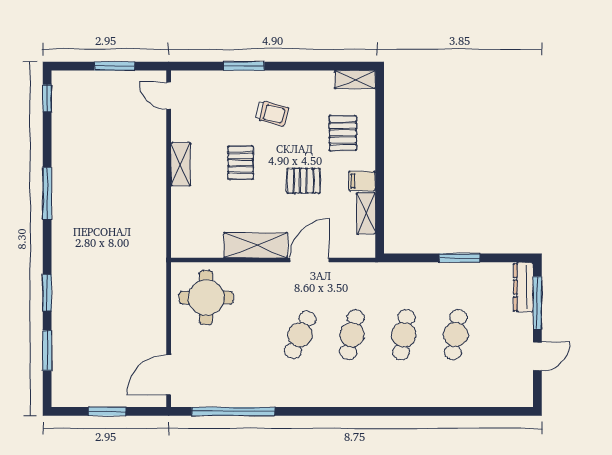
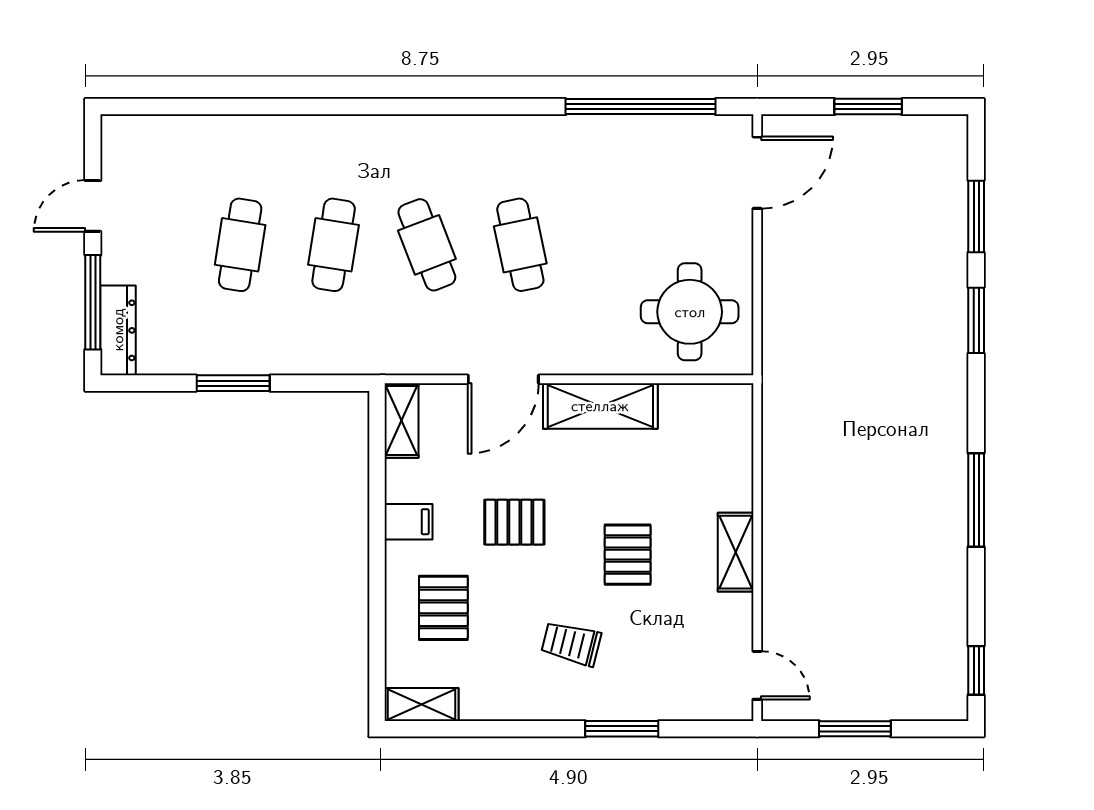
shelving: (366, 213) -> (402, 420), moved
cafe table: (300, 335) -> (520, 245), turned -36
cafe table: (352, 335) -> (427, 245), turned -33

